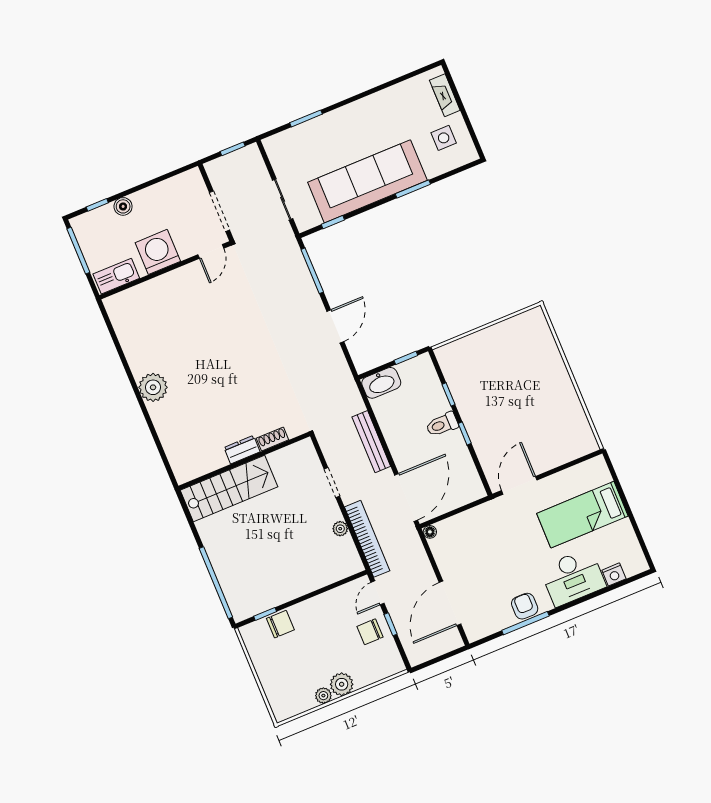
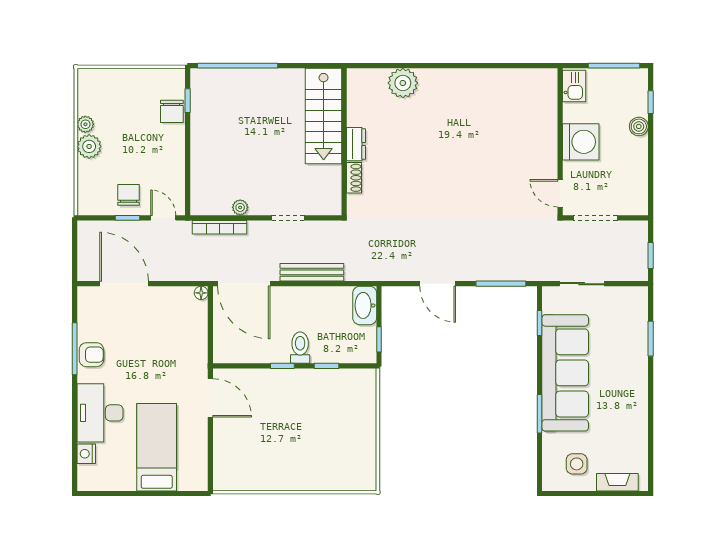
kitchen sink: (116, 276) -> (574, 86), width x0.73
plant: (153, 387) -> (403, 83), moved
bookcase: (367, 539) -> (220, 227), width x0.68, depth x0.76

